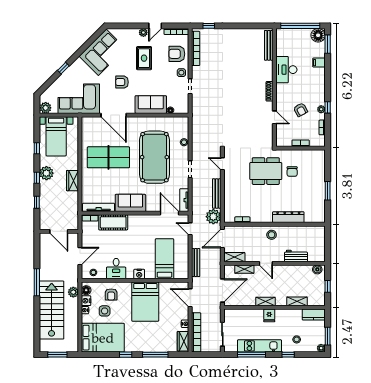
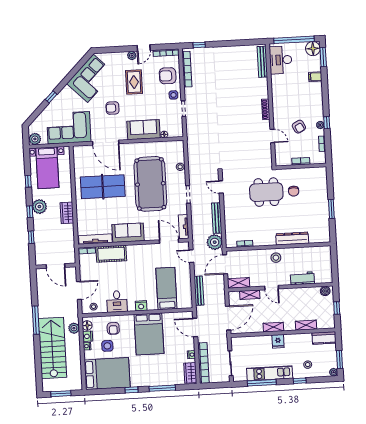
desk: (286, 70) -> (281, 60), moved

